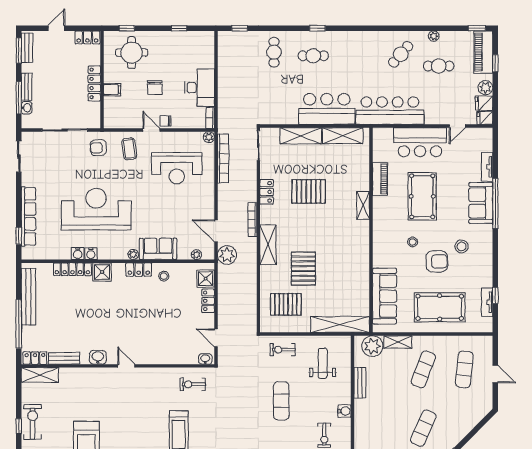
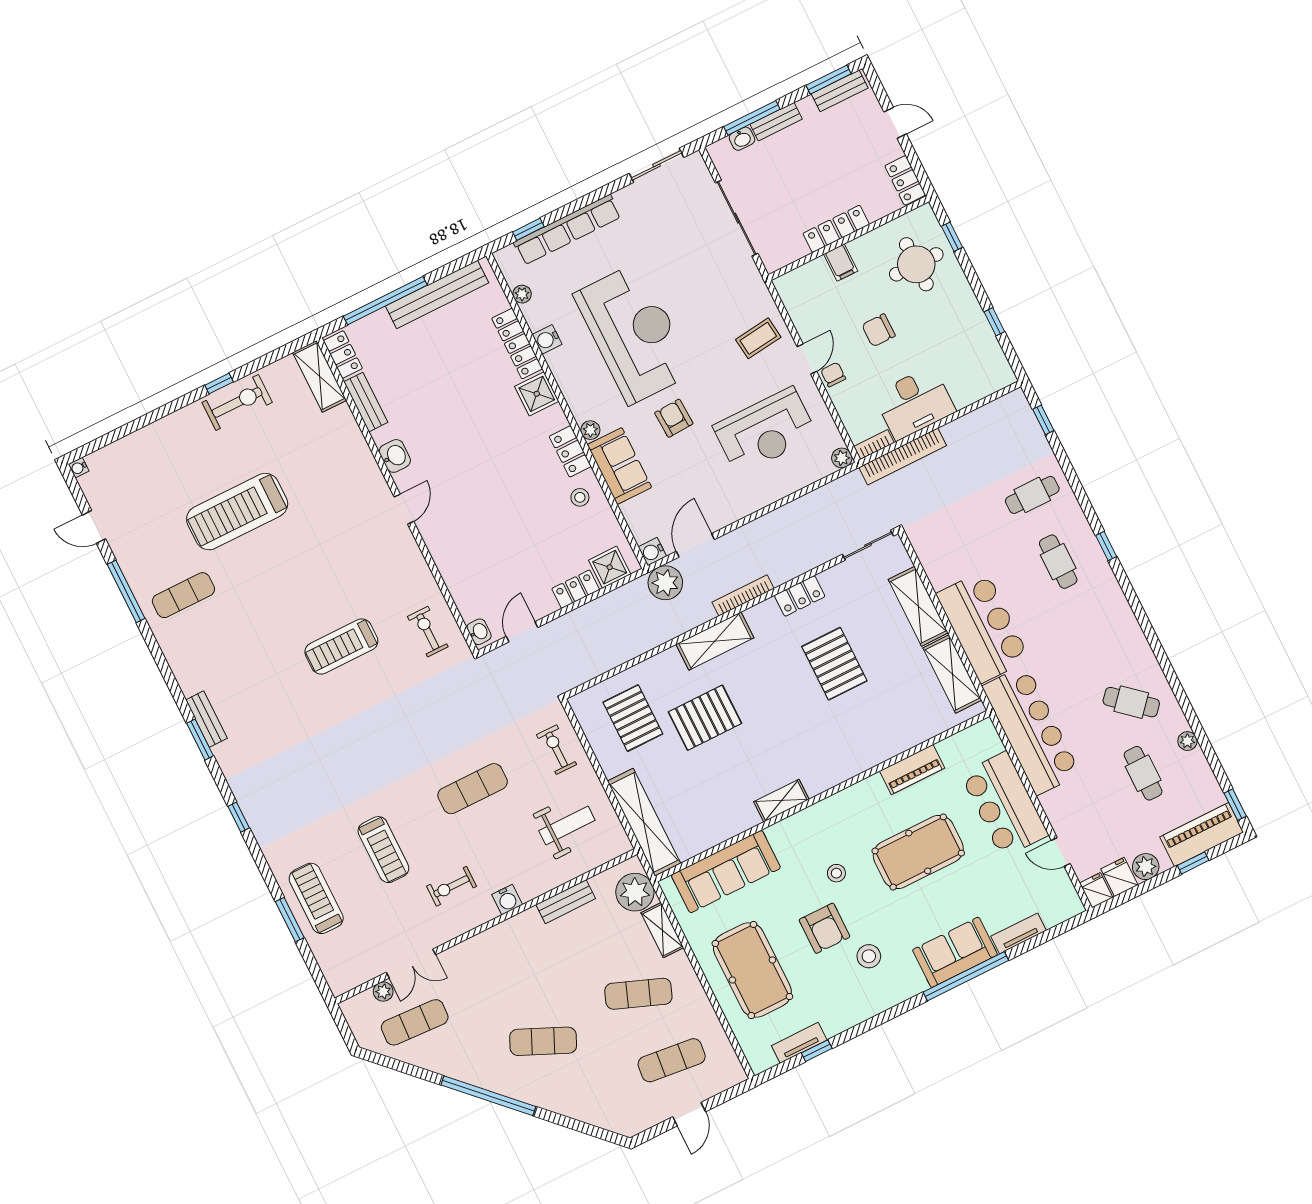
armchair: (98, 148) -> (674, 418), moved
bookcase: (223, 158) -> (903, 456), moved
reception desk: (177, 168) -> (765, 431), turned -90
shelving: (363, 205) -> (781, 801), moved
water cooler: (91, 254) -> (652, 552), moved
plant: (196, 255) -> (522, 294), moved

